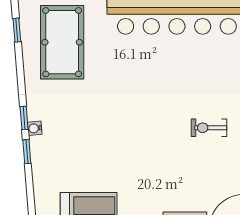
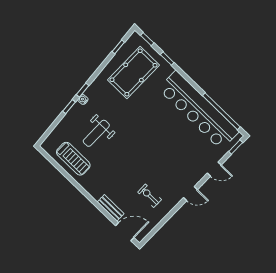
exercise bike: (209, 128) -> (150, 196), moved
weight bench: (87, 152) -> (96, 133), added

